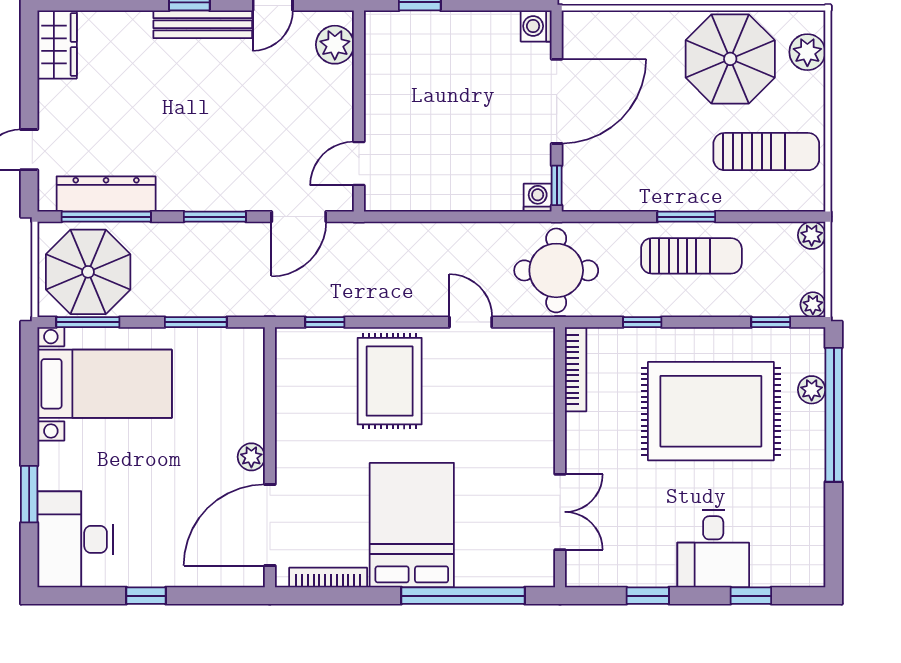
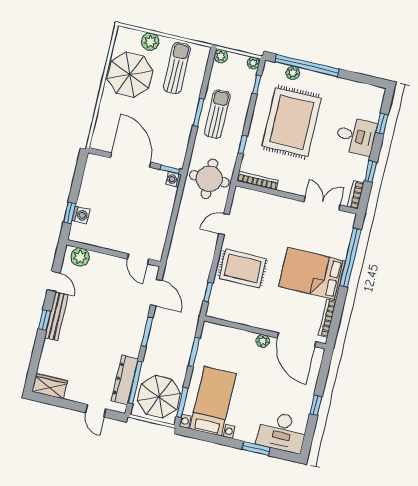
washing machine: (536, 26) -> (81, 215), moved, turned -90
plant: (807, 52) -> (150, 42), moved
bookcase: (593, 576) -> (356, 195), added

